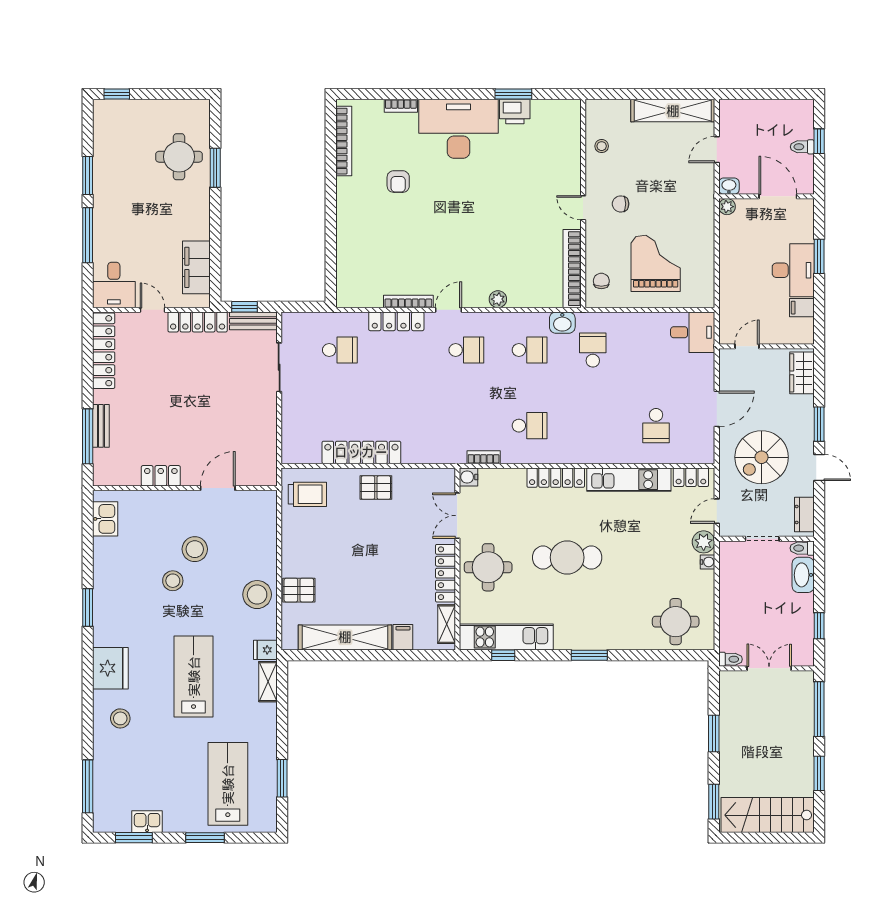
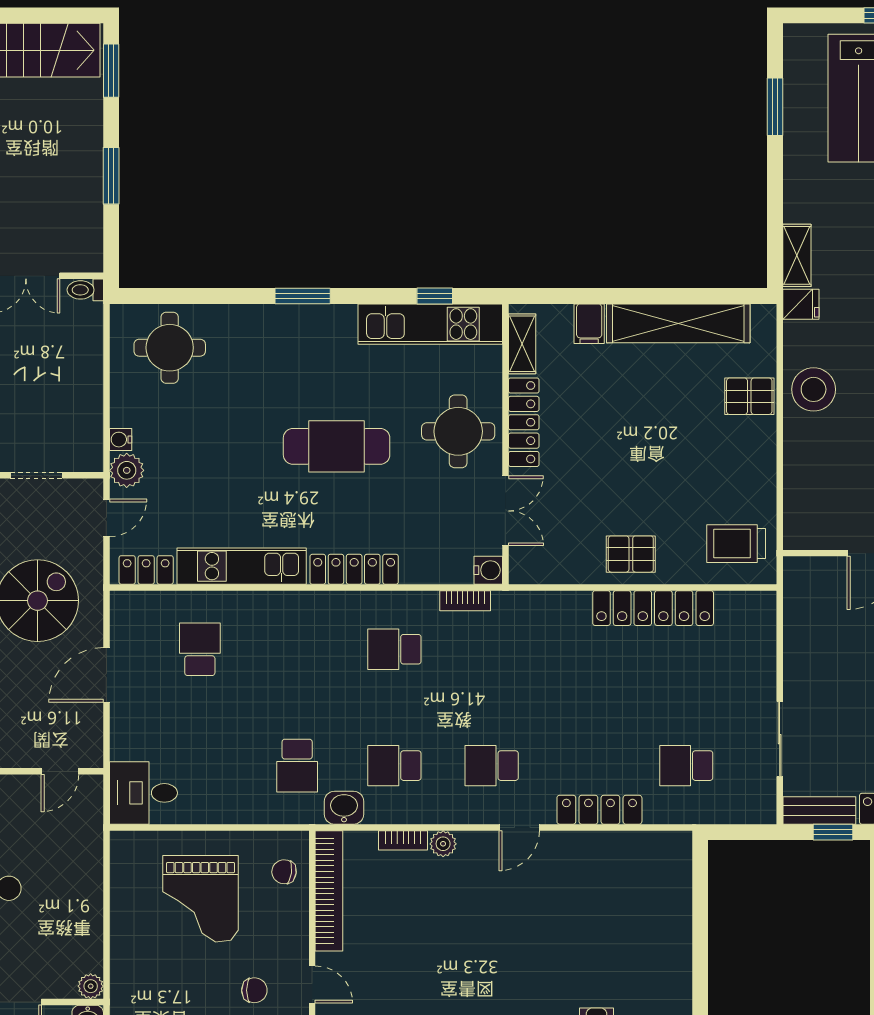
chair: (601, 281) -> (284, 872), turned 98
bookcase: (408, 301) -> (403, 840), moved, width x0.64

